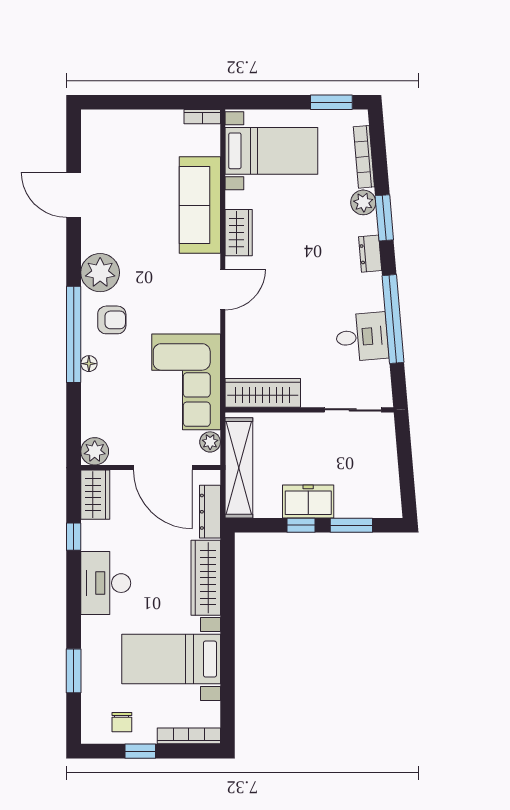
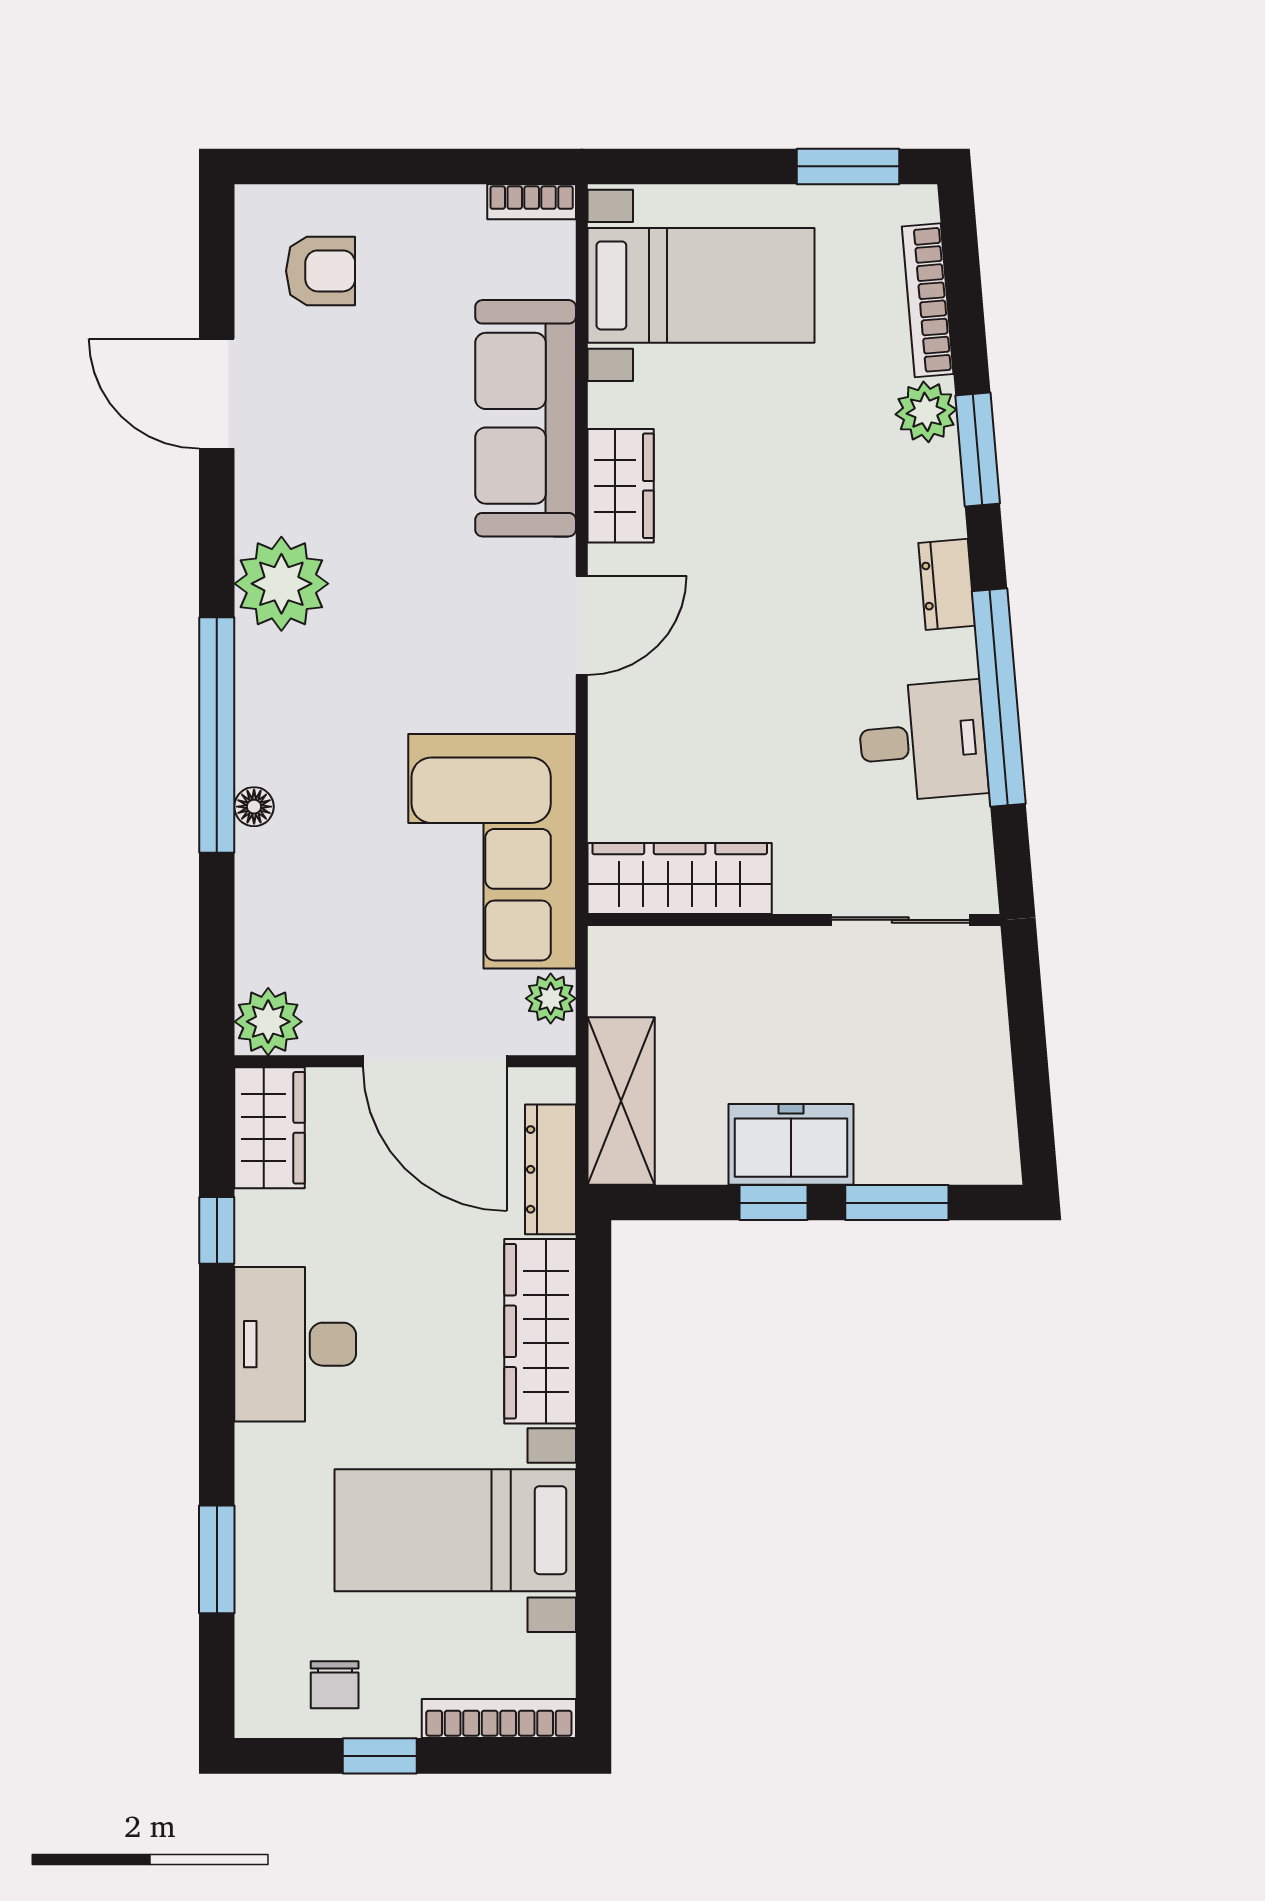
dresser: (370, 254) -> (947, 584), moved
armchair: (112, 320) -> (321, 271), moved
shelving: (239, 468) -> (621, 1101), width x0.68

